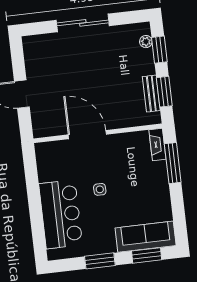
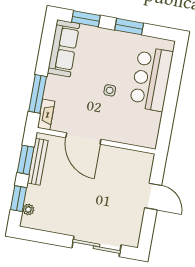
sliding door: (83, 23) -> (96, 246), moved
bench: (151, 94) -> (38, 162), width x1.36
door: (87, 135) -> (83, 138), moved
sofa: (146, 237) -> (64, 48), moved, turned -90

